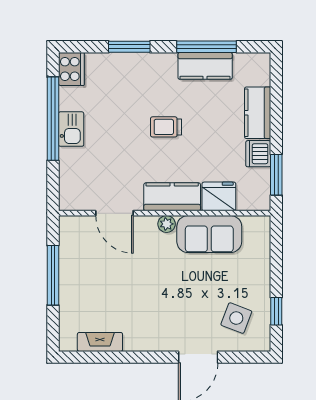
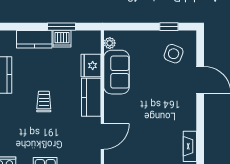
trolley: (166, 127) -> (44, 101), turned 180
window: (276, 175) -> (61, 27), moved
plant: (167, 224) -> (110, 43), moved

